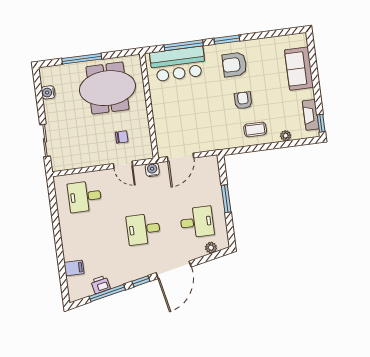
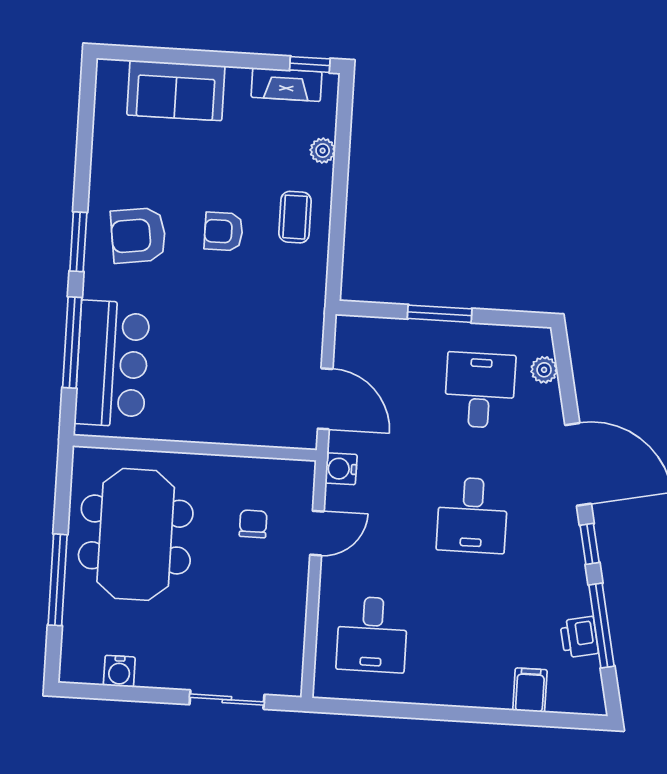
armchair: (234, 65) -> (138, 235), turned 82

